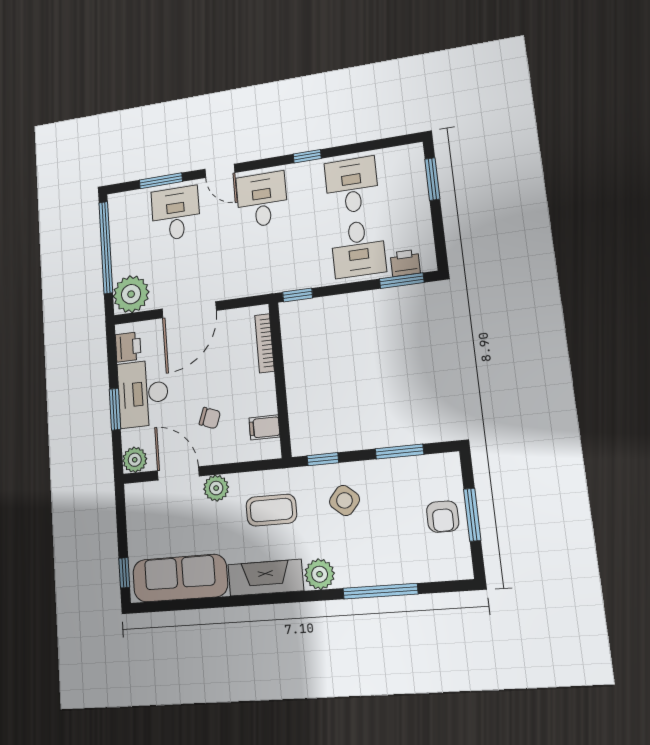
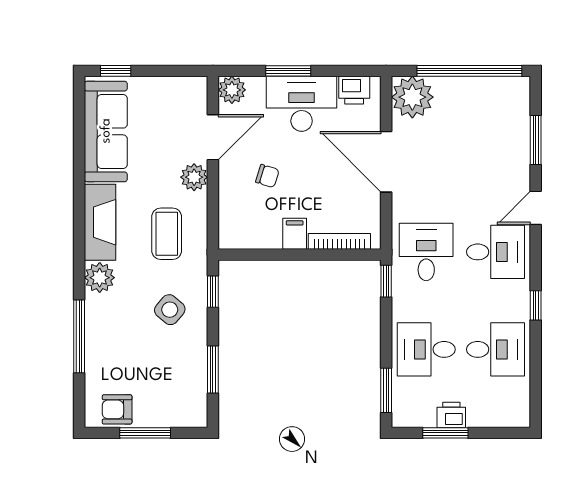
window: (432, 179) -> (445, 433), moved
desk: (176, 213) -> (426, 252), moved, turned -90
printer: (405, 263) -> (451, 415), moved, turned -90
chair: (210, 418) -> (267, 176), turned -93
filing cabinet: (264, 427) -> (295, 234), moved
armchair: (443, 517) -> (117, 409), moved

